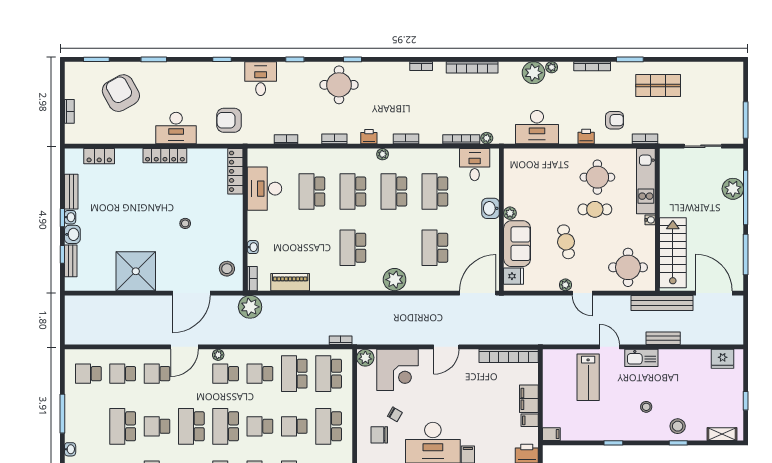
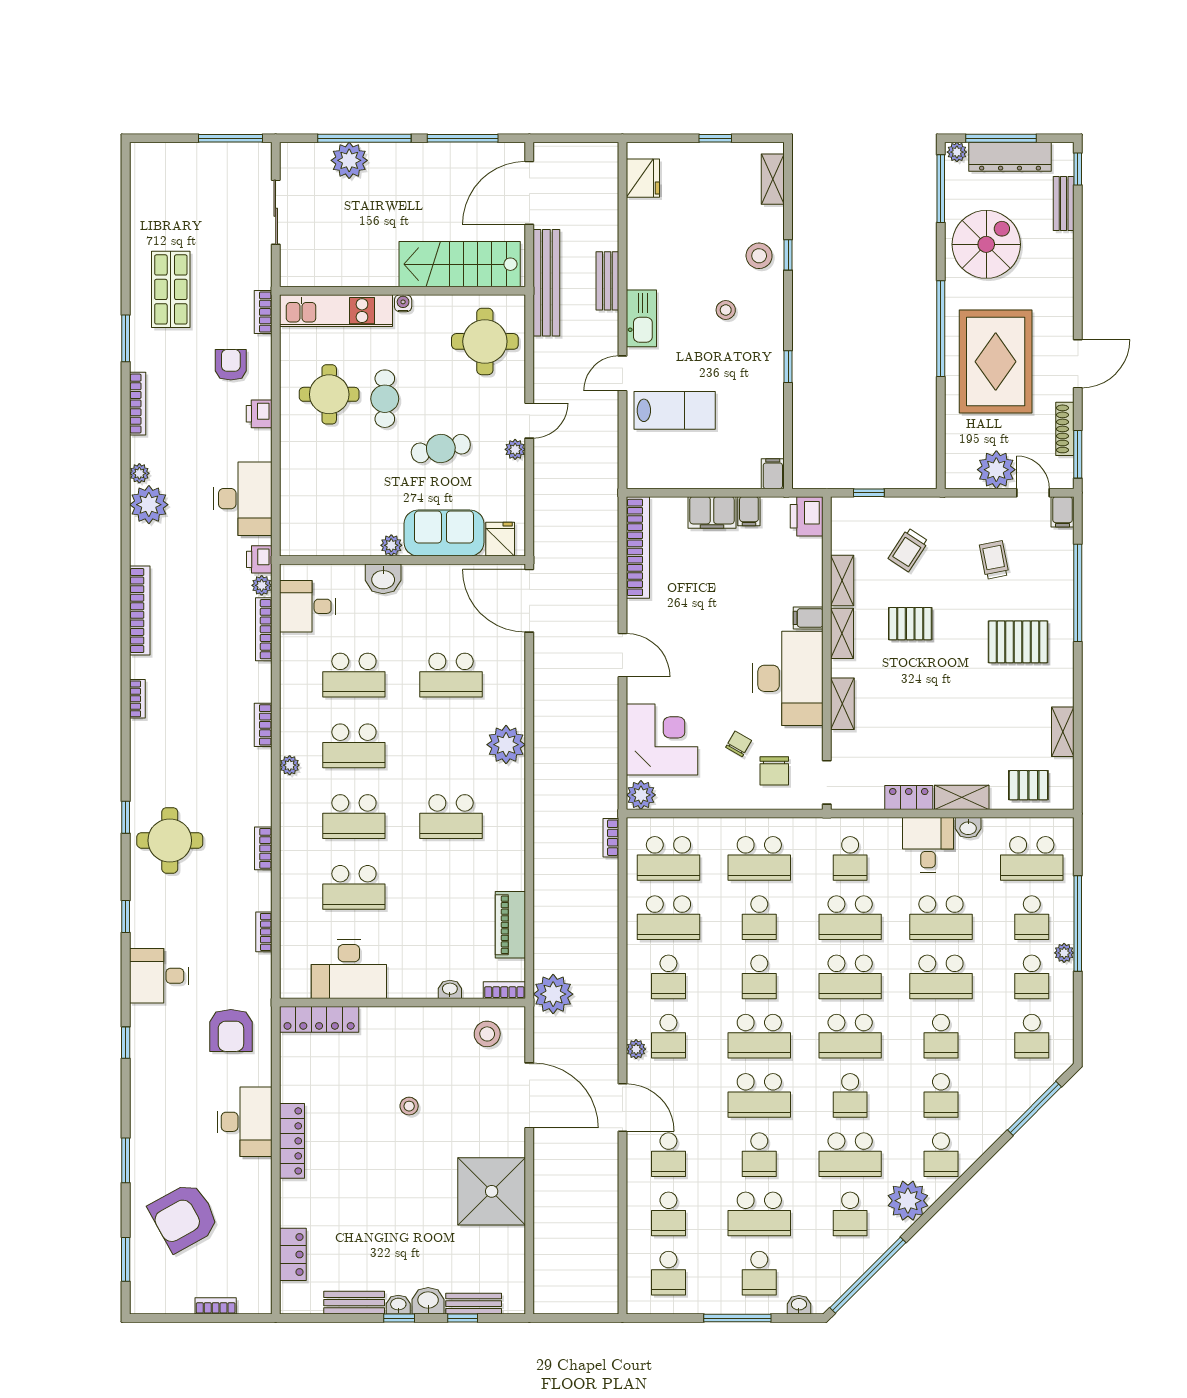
printer: (369, 137) -> (259, 559), moved
school desk: (88, 426) -> (759, 1273), added

